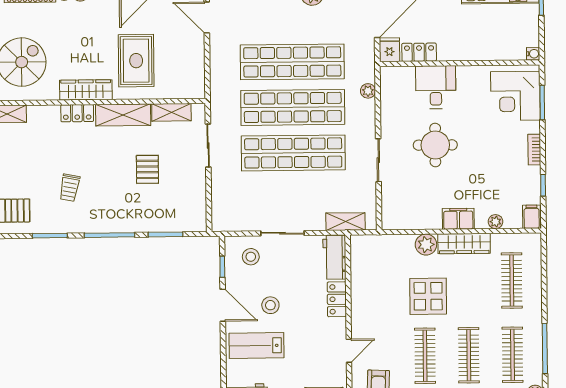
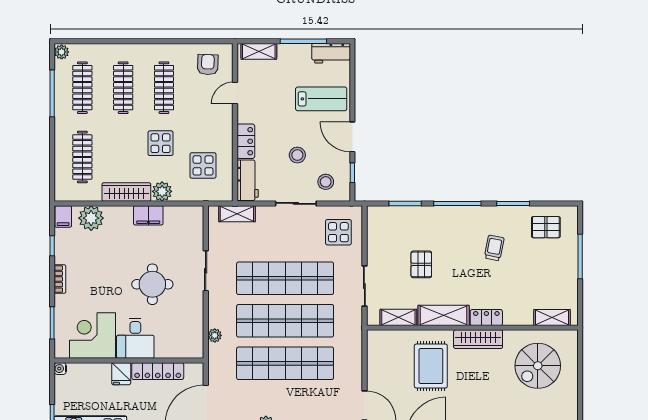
fridge: (389, 50) -> (121, 374), moved
locker: (419, 52) -> (158, 371), width x1.53
desk: (436, 87) -> (135, 338), moved
corner desk: (515, 96) -> (92, 335), moved, turned -90
display table: (237, 203) -> (338, 232), added
filing cabinet: (458, 219) -> (148, 215), moved
plant: (496, 222) -> (91, 218), width x1.88, depth x1.88
display table: (382, 273) -> (203, 165), added
display table: (428, 296) -> (161, 143), width x0.73, depth x0.73
stool: (270, 305) -> (297, 155), moved

